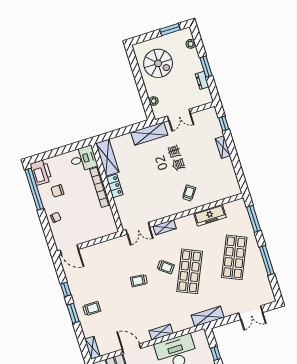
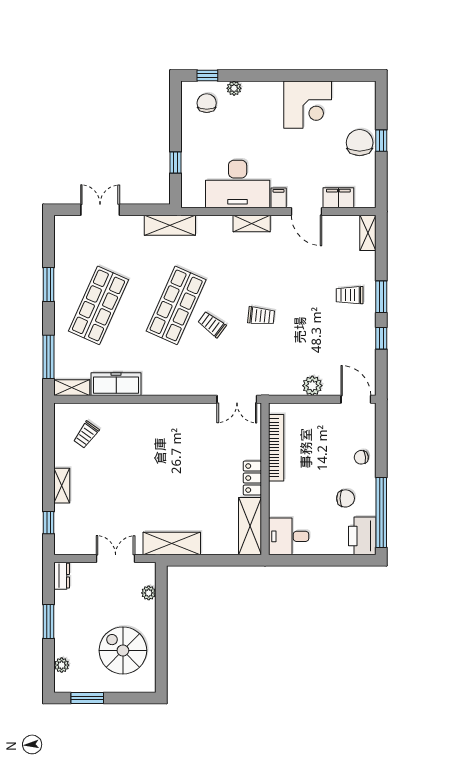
dresser: (202, 80) -> (62, 576), moved
bookcase: (100, 187) -> (276, 448), moved
trolley: (189, 193) -> (86, 435), moved
shelving: (165, 227) -> (72, 388), moved
double door: (138, 228) -> (237, 399), swing flipped
plant: (97, 250) -> (312, 386), added
window: (267, 260) -> (49, 284), width x0.69
filing cabinet: (150, 352) -> (279, 198), added

